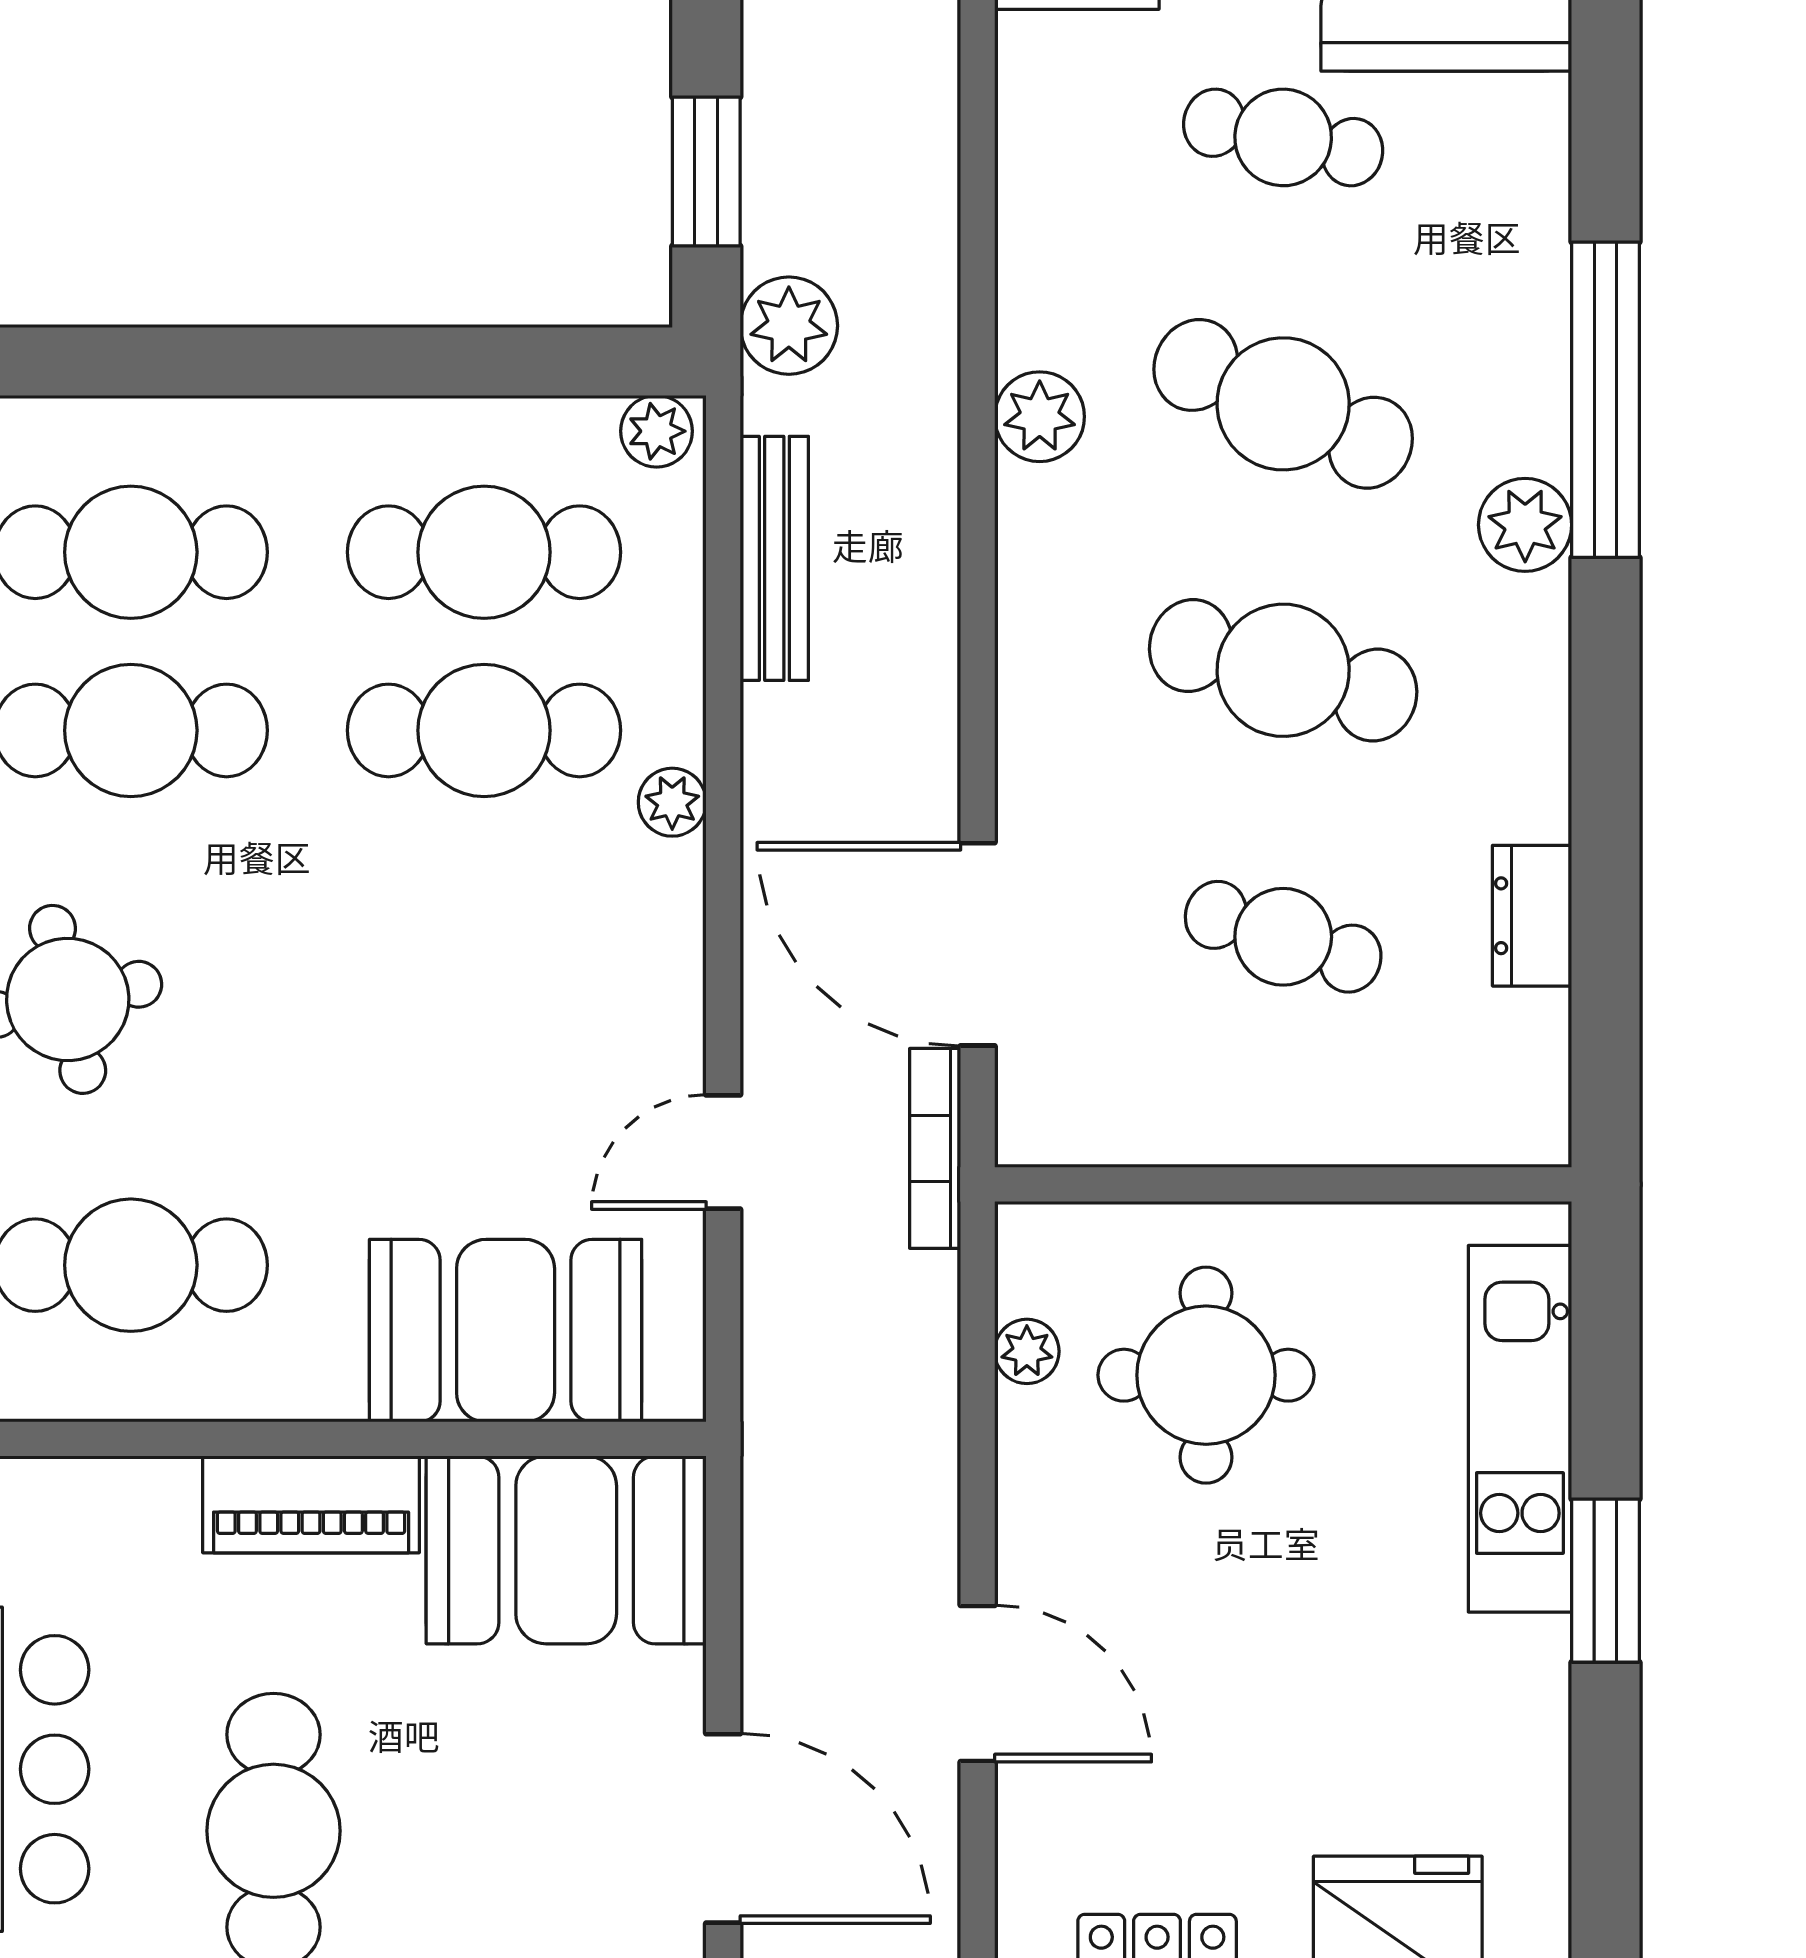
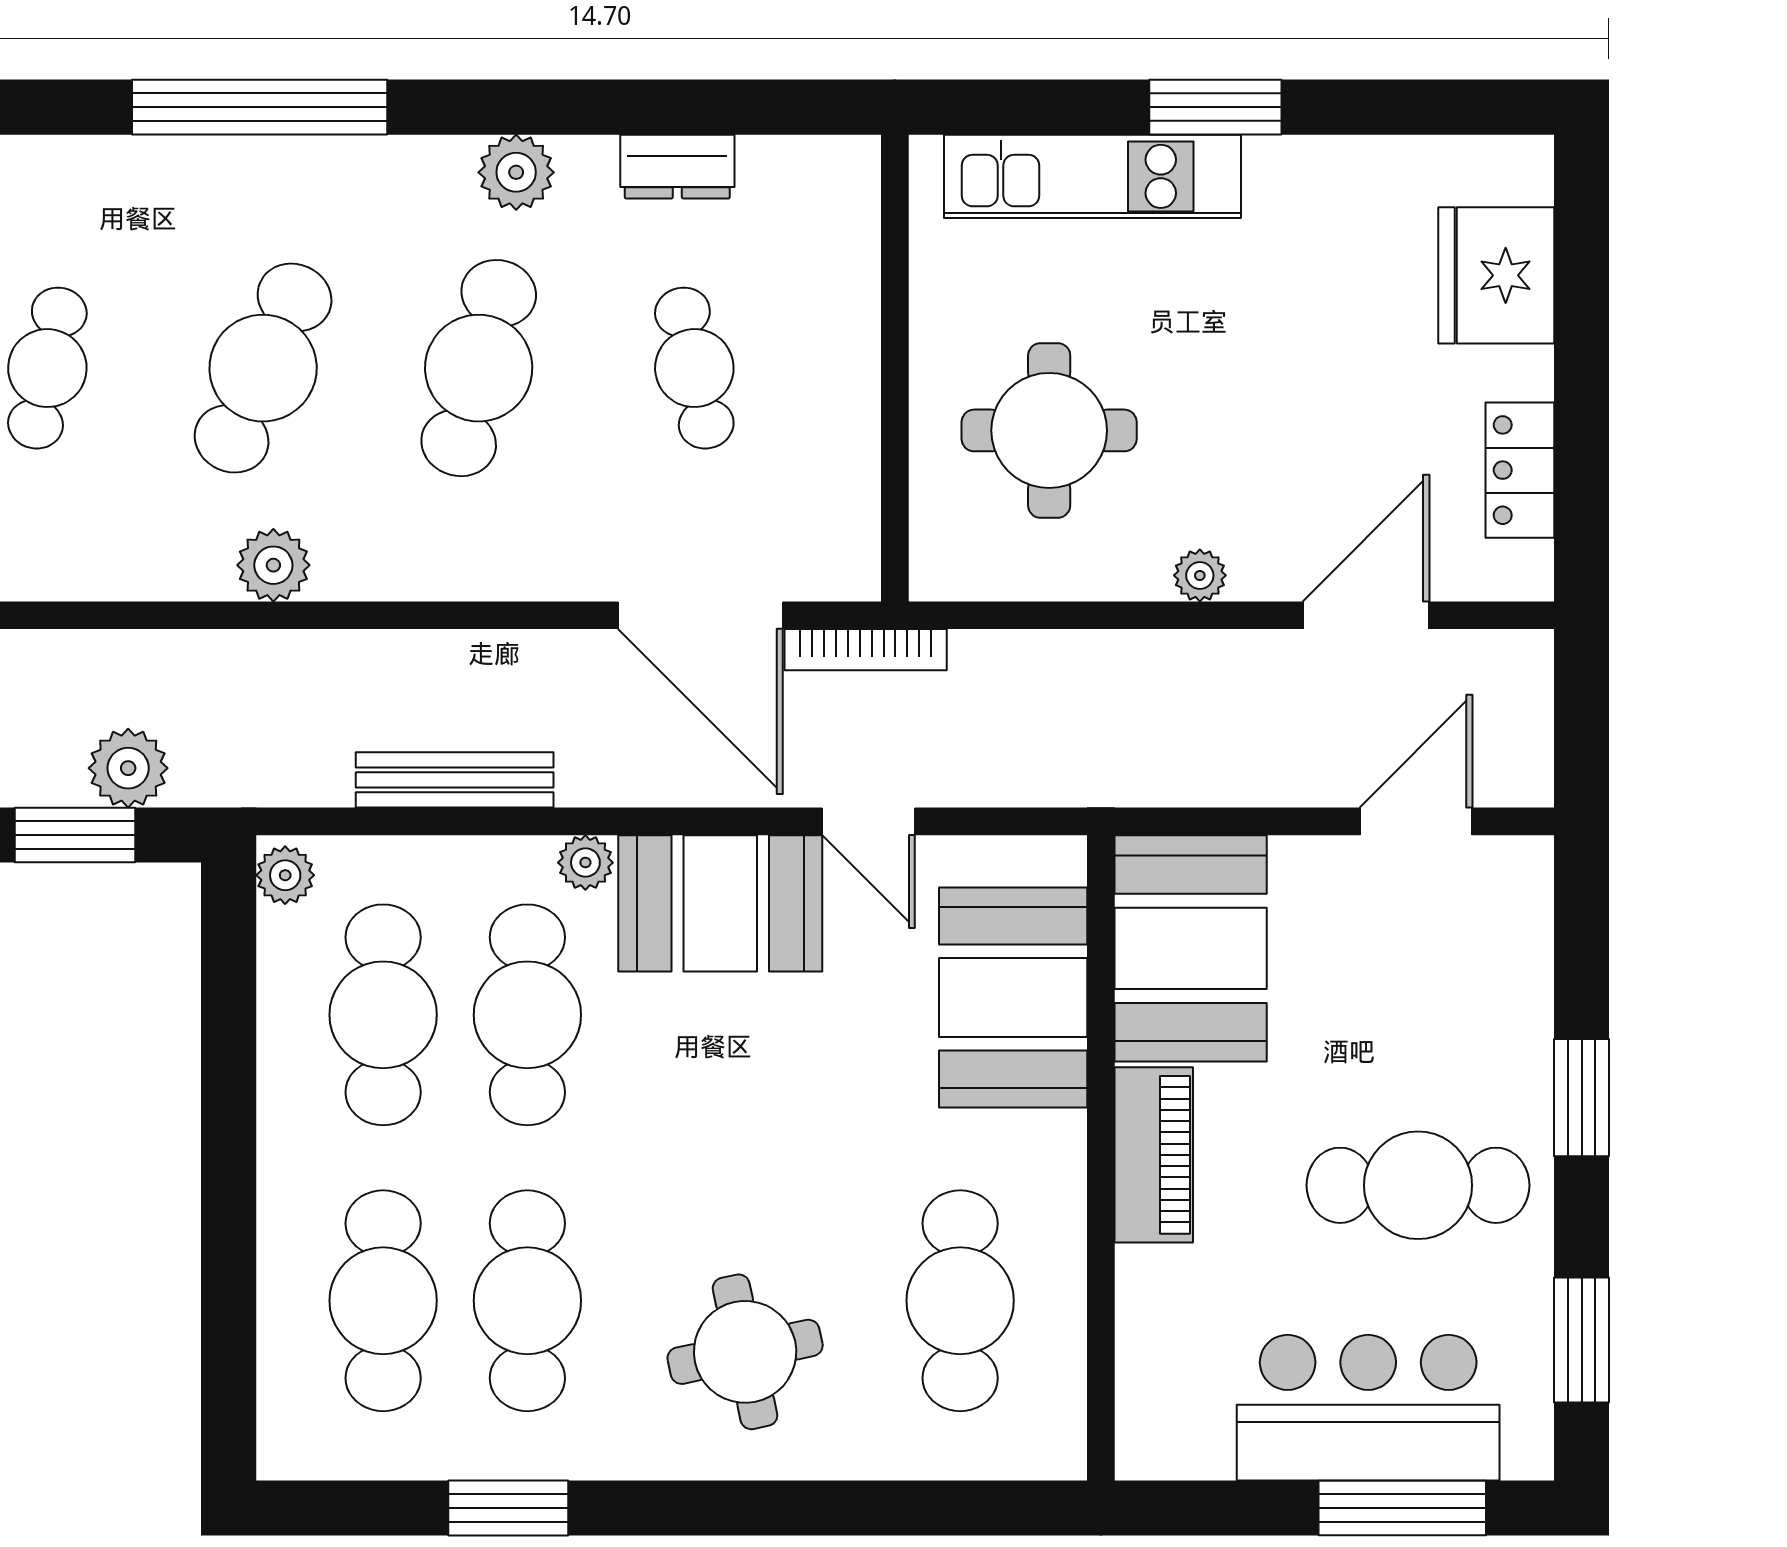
plant: (789, 326) -> (128, 768), moved
plant: (1525, 525) -> (516, 172), moved
bench: (774, 558) -> (455, 780), moved
cafe table: (1283, 937) -> (694, 368), turned -30
door: (978, 944) -> (700, 615), hinge flipped
booth: (622, 969) -> (720, 903), added
plant: (1027, 1351) -> (1200, 575), moved
door: (978, 1684) -> (1366, 615), moved
door: (723, 1828) -> (1416, 821), width x0.73

